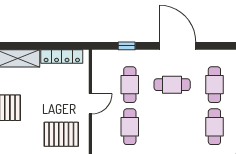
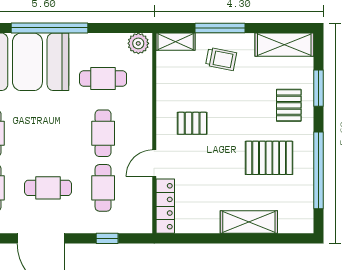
locker: (62, 57) -> (165, 206), moved, turned 90
pallet: (61, 134) -> (192, 123), width x0.67, depth x0.71

